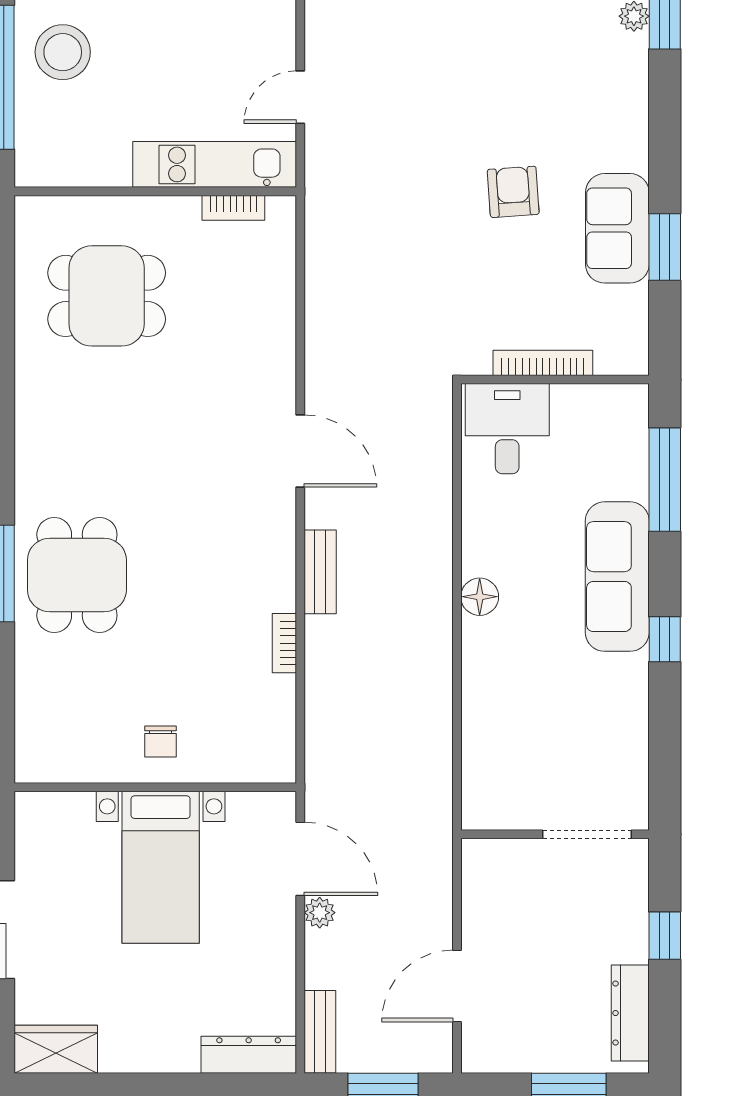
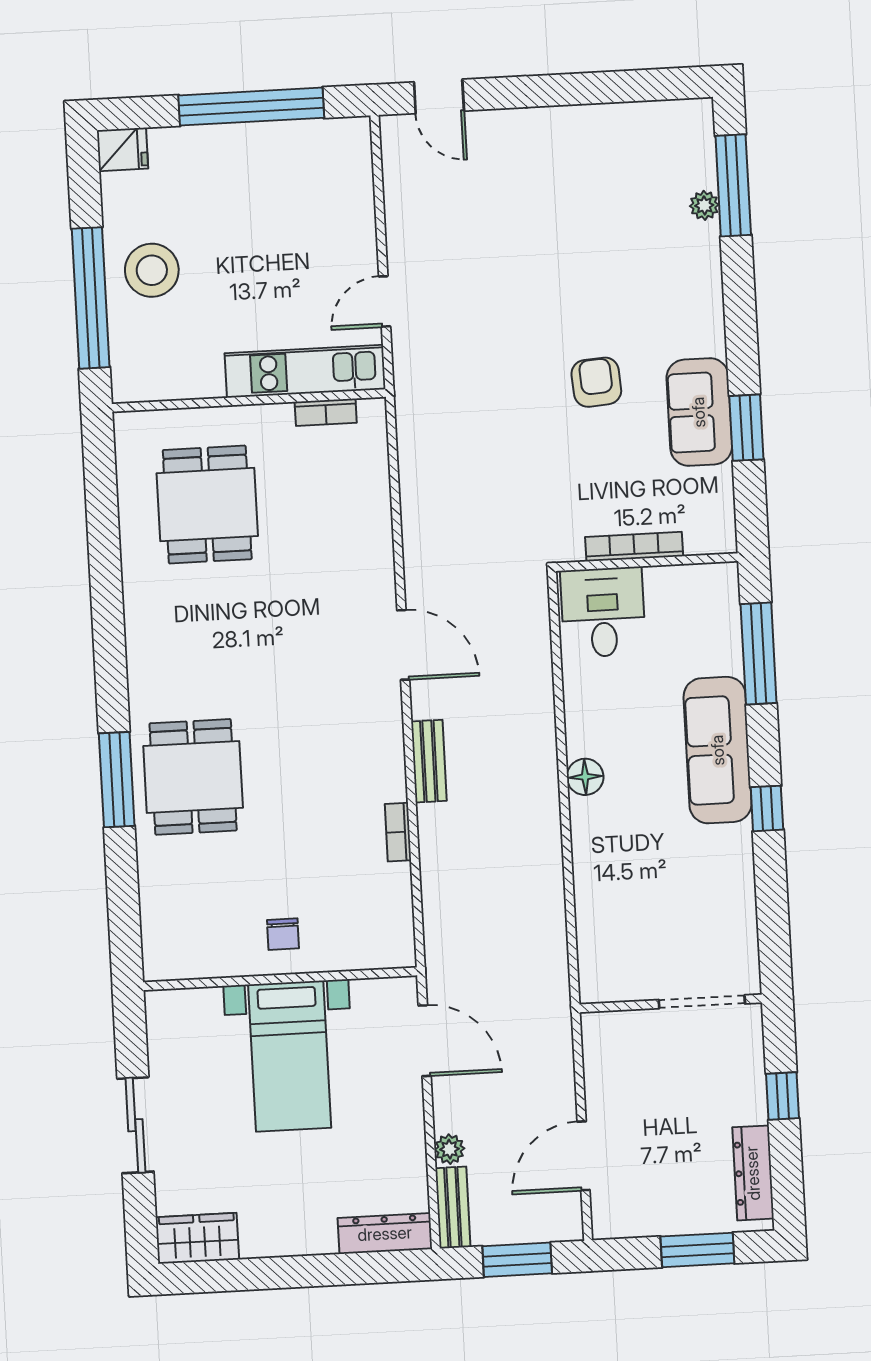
dining table: (107, 296) -> (207, 505), turned 90
plant: (320, 913) -> (449, 1149), moved

